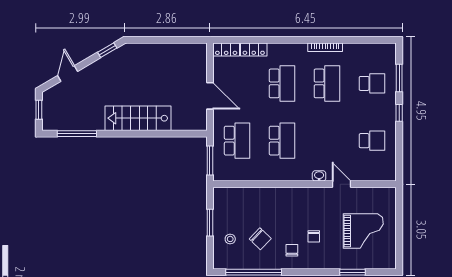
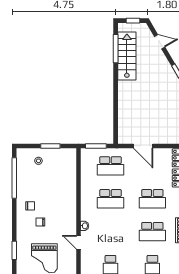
door: (210, 96) -> (143, 146), hinge flipped
stairs: (138, 118) -> (127, 56), moved
door: (341, 184) -> (79, 242), swing flipped
chair: (260, 239) -> (39, 183), removed

